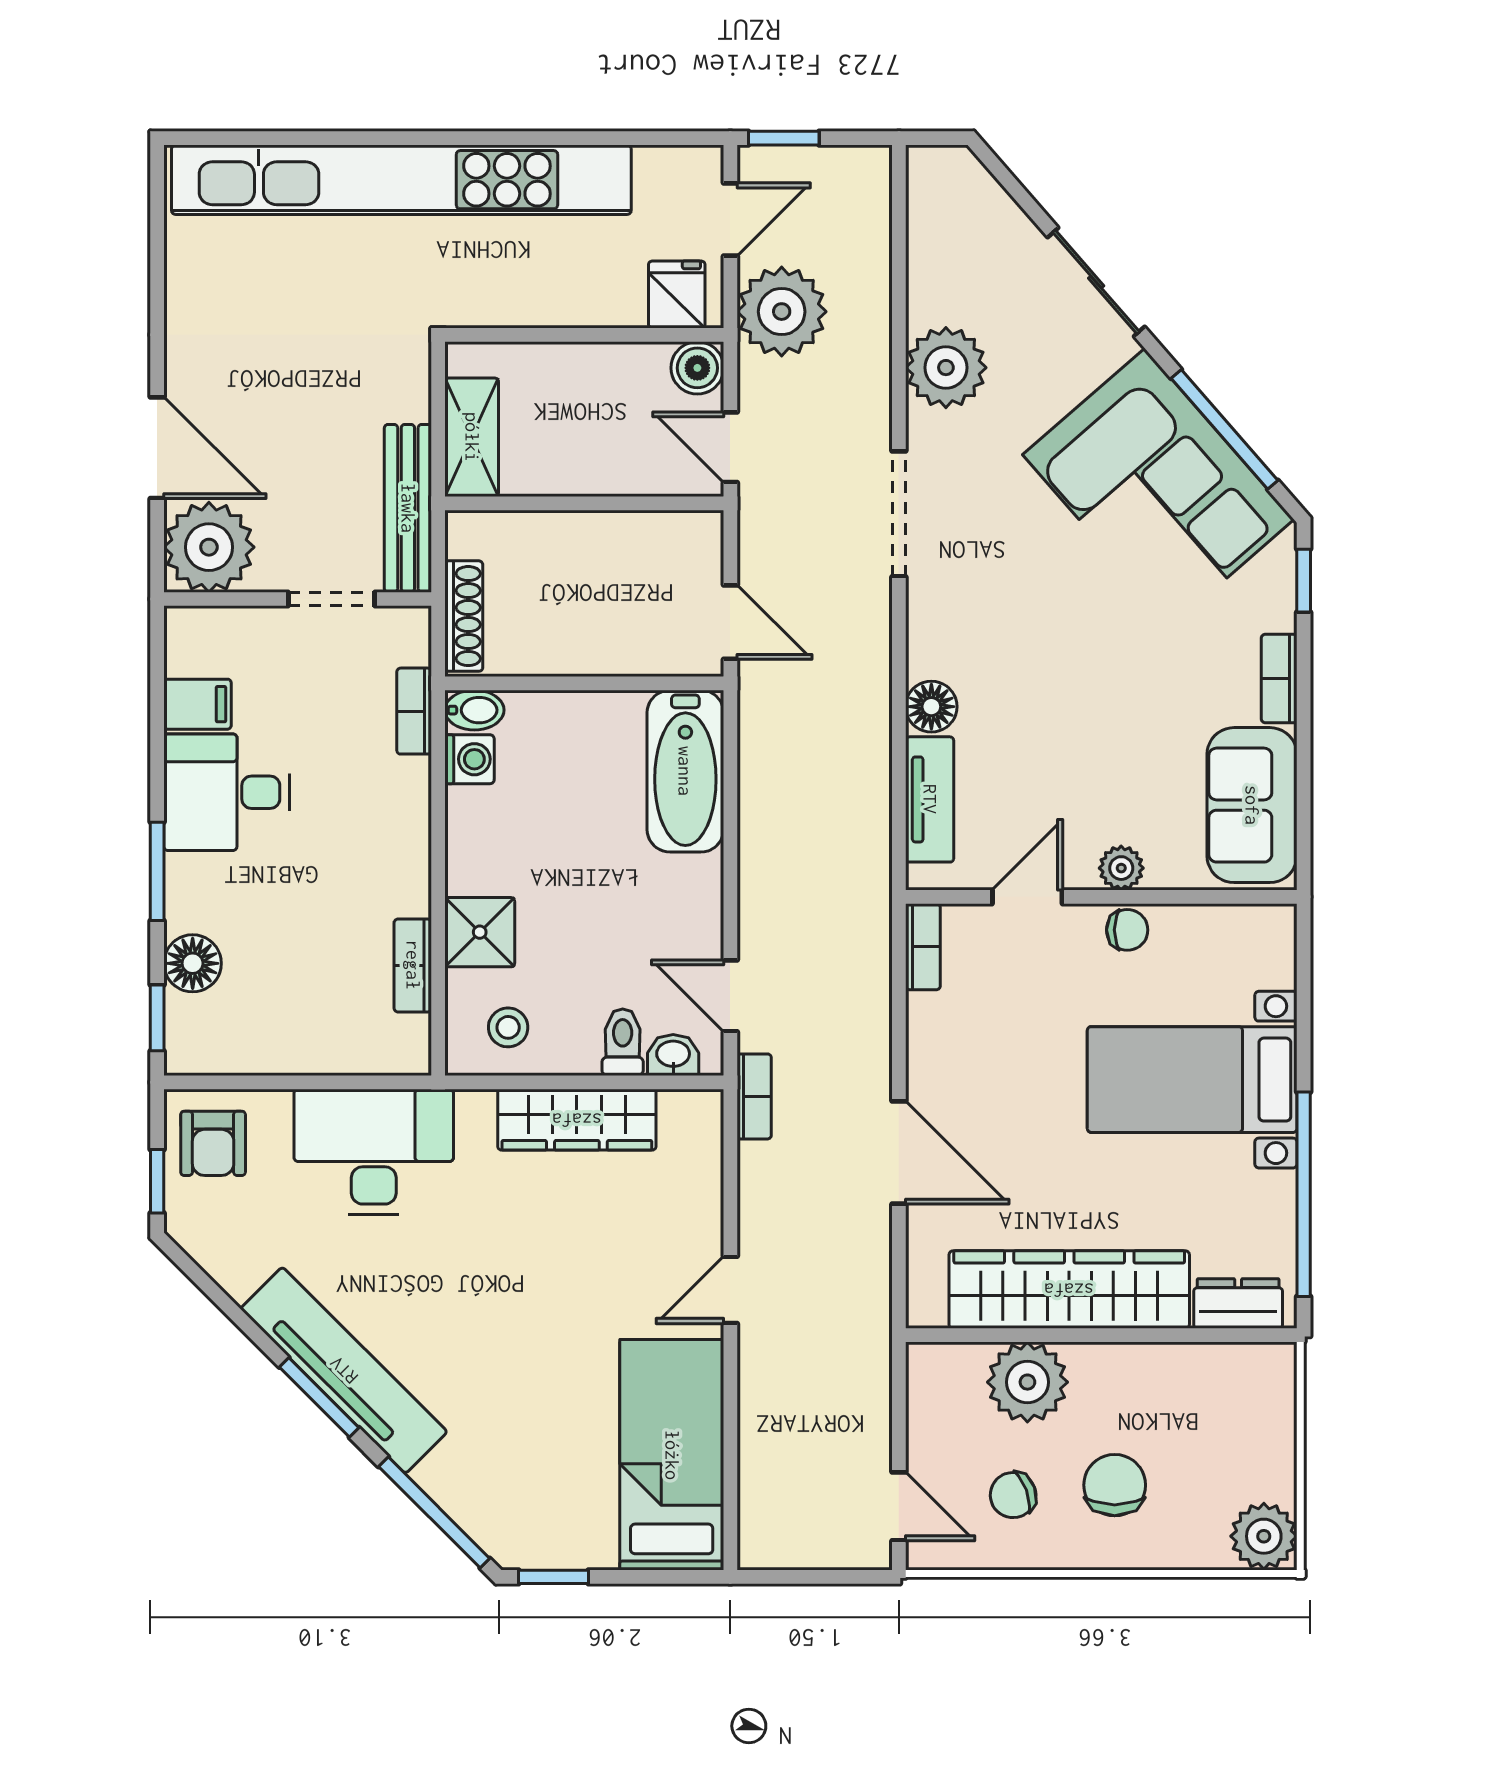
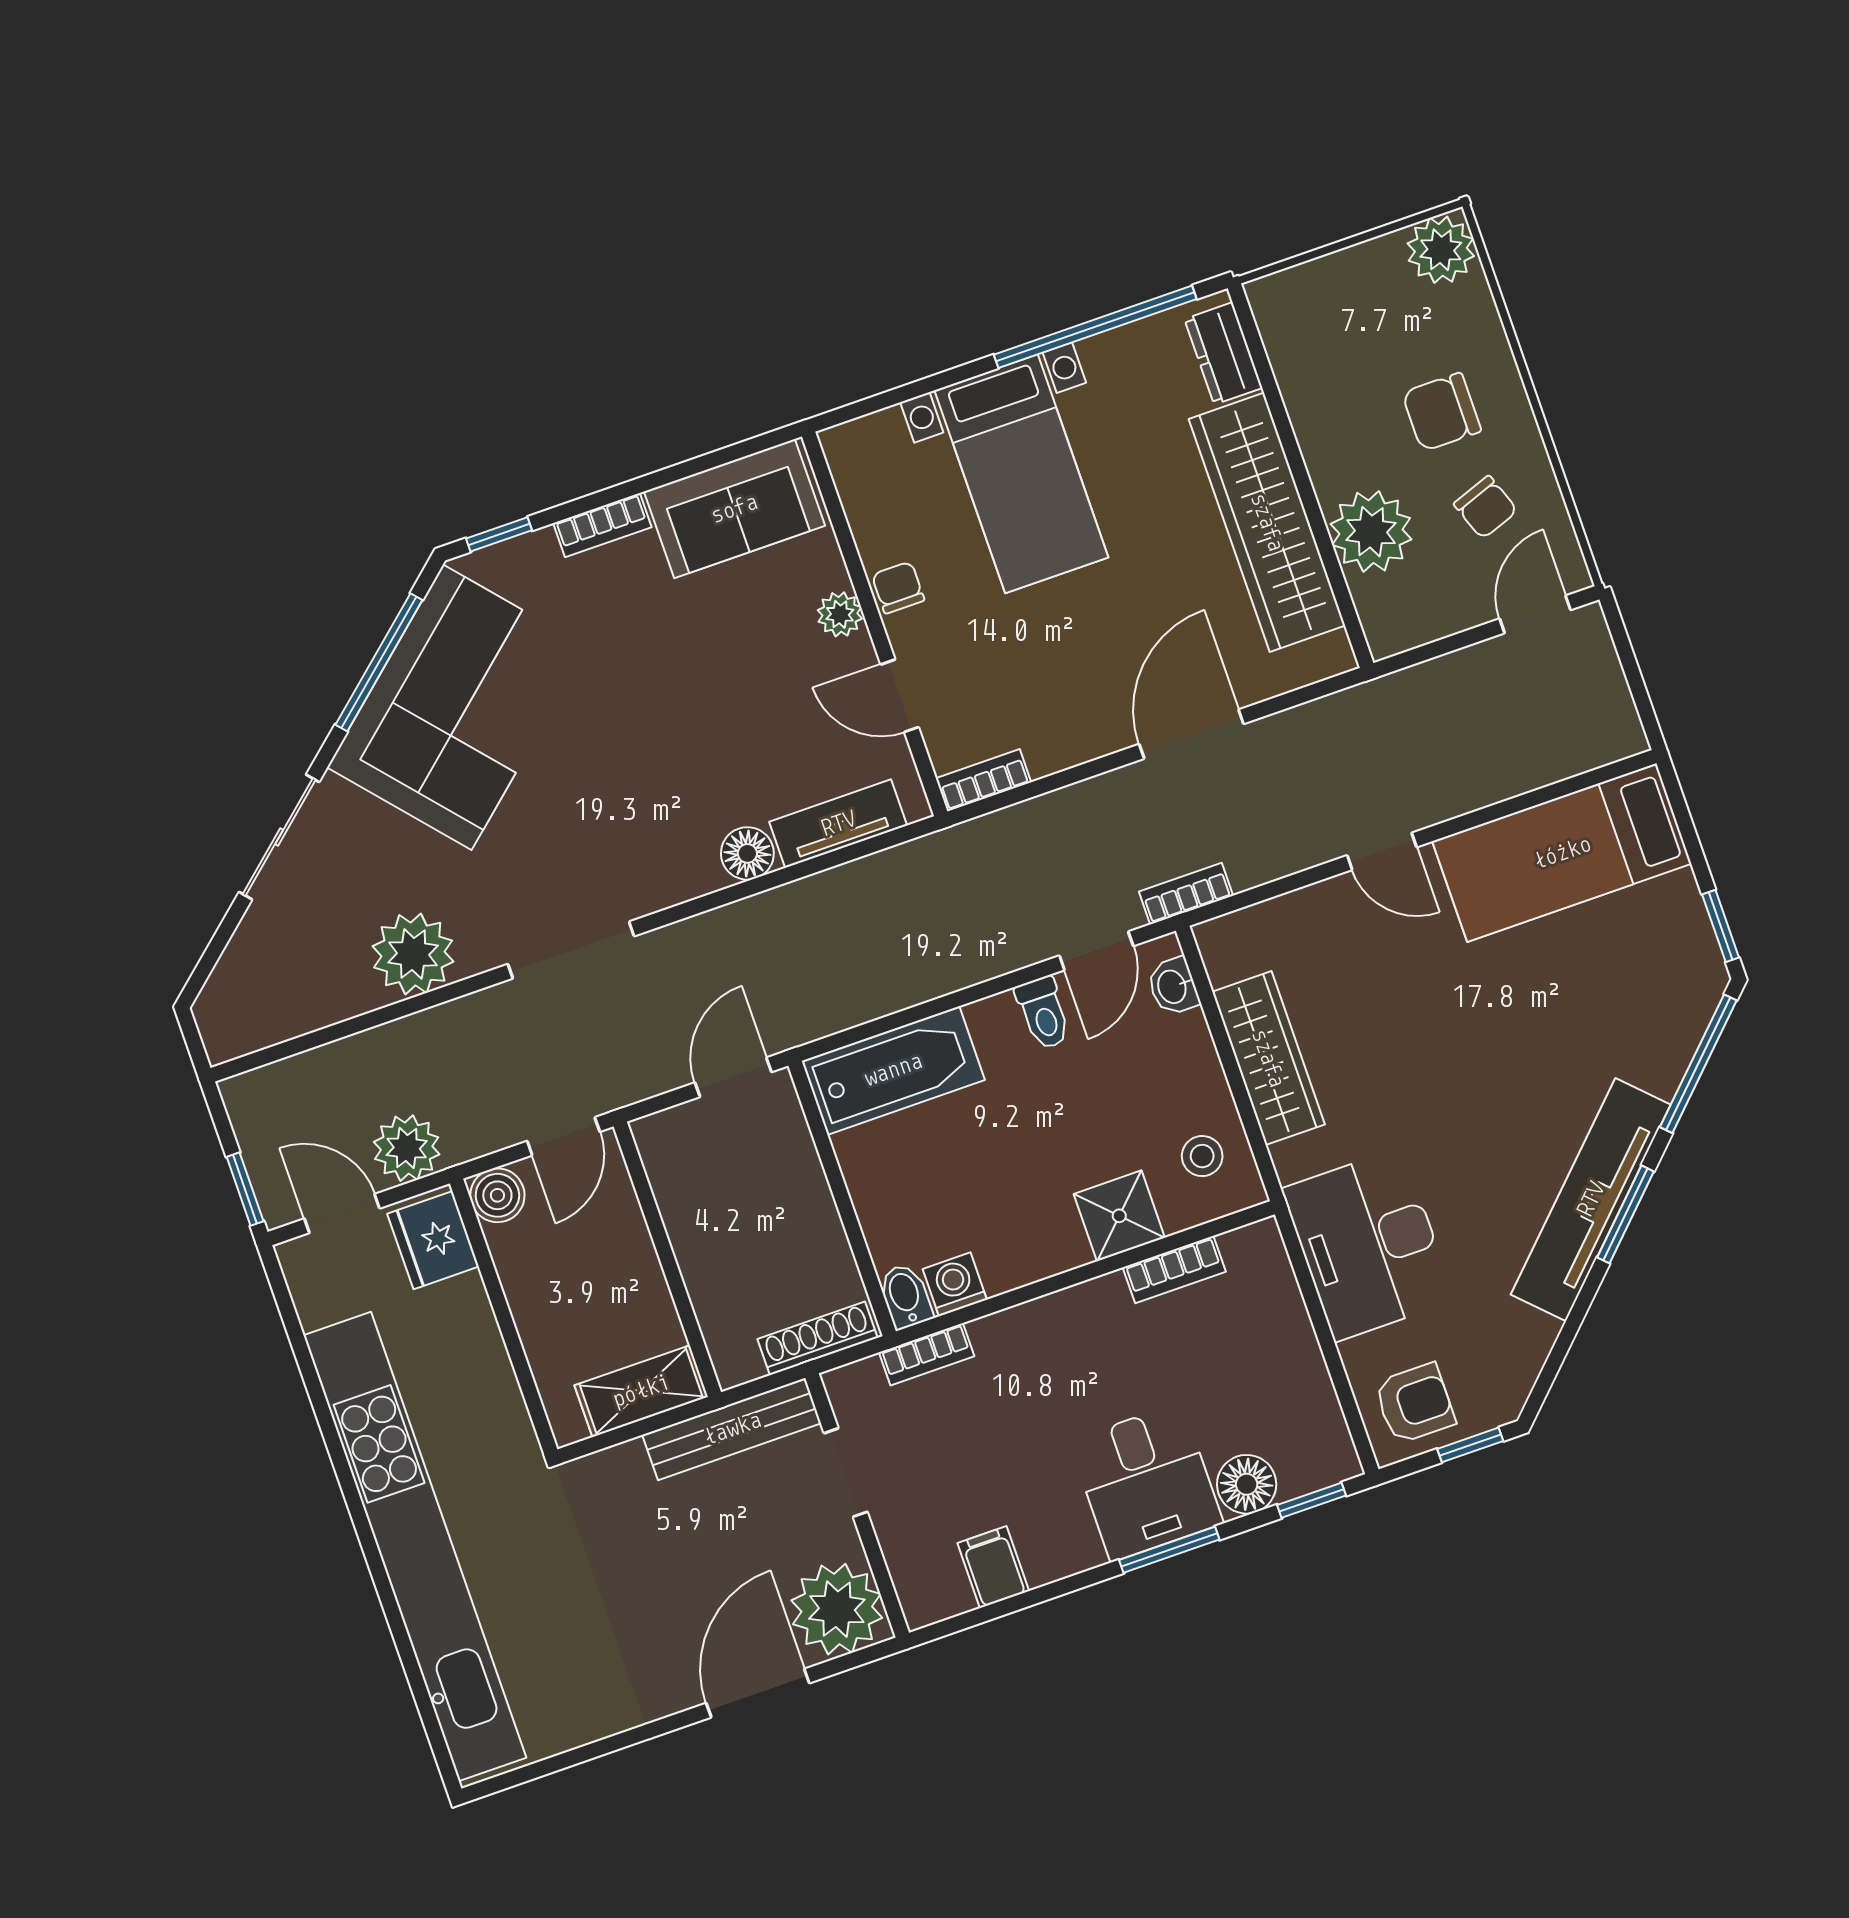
fridge: (677, 294) -> (433, 1240), width x1.38
plant: (782, 312) -> (407, 1148), width x0.73, depth x0.73
desk: (227, 792) -> (1146, 1482), moved
toilet: (623, 1042) -> (1043, 1013), moved, turned -90

